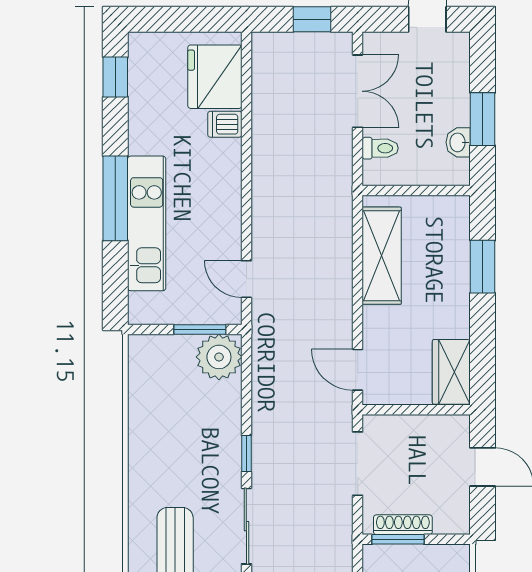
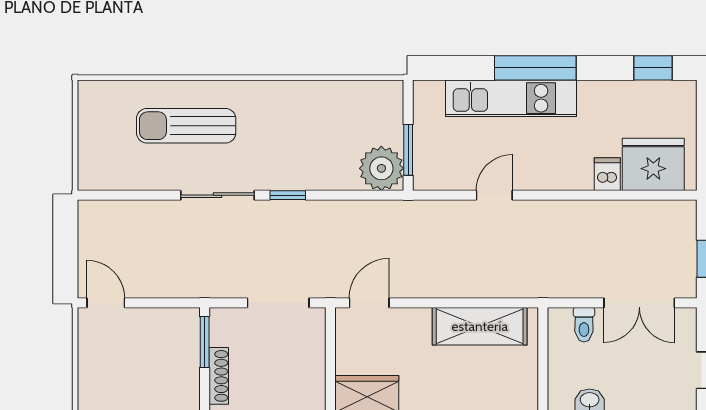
door: (246, 279) -> (494, 195), moved
shoe rack: (403, 525) -> (219, 376), moved

